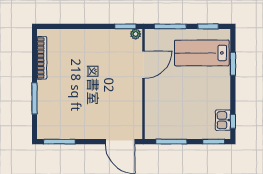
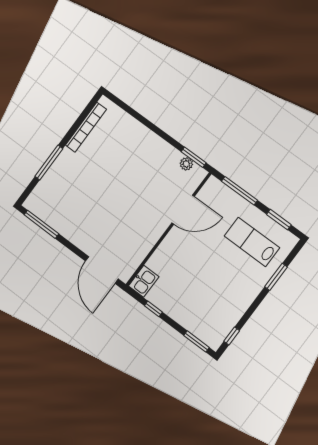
plant: (136, 34) -> (186, 164), moved
lab bench: (202, 53) -> (252, 242), width x0.73, depth x0.72
kitchen sink: (223, 120) -> (144, 281), moved, turned 180
window: (171, 142) -> (153, 309), width x0.46

